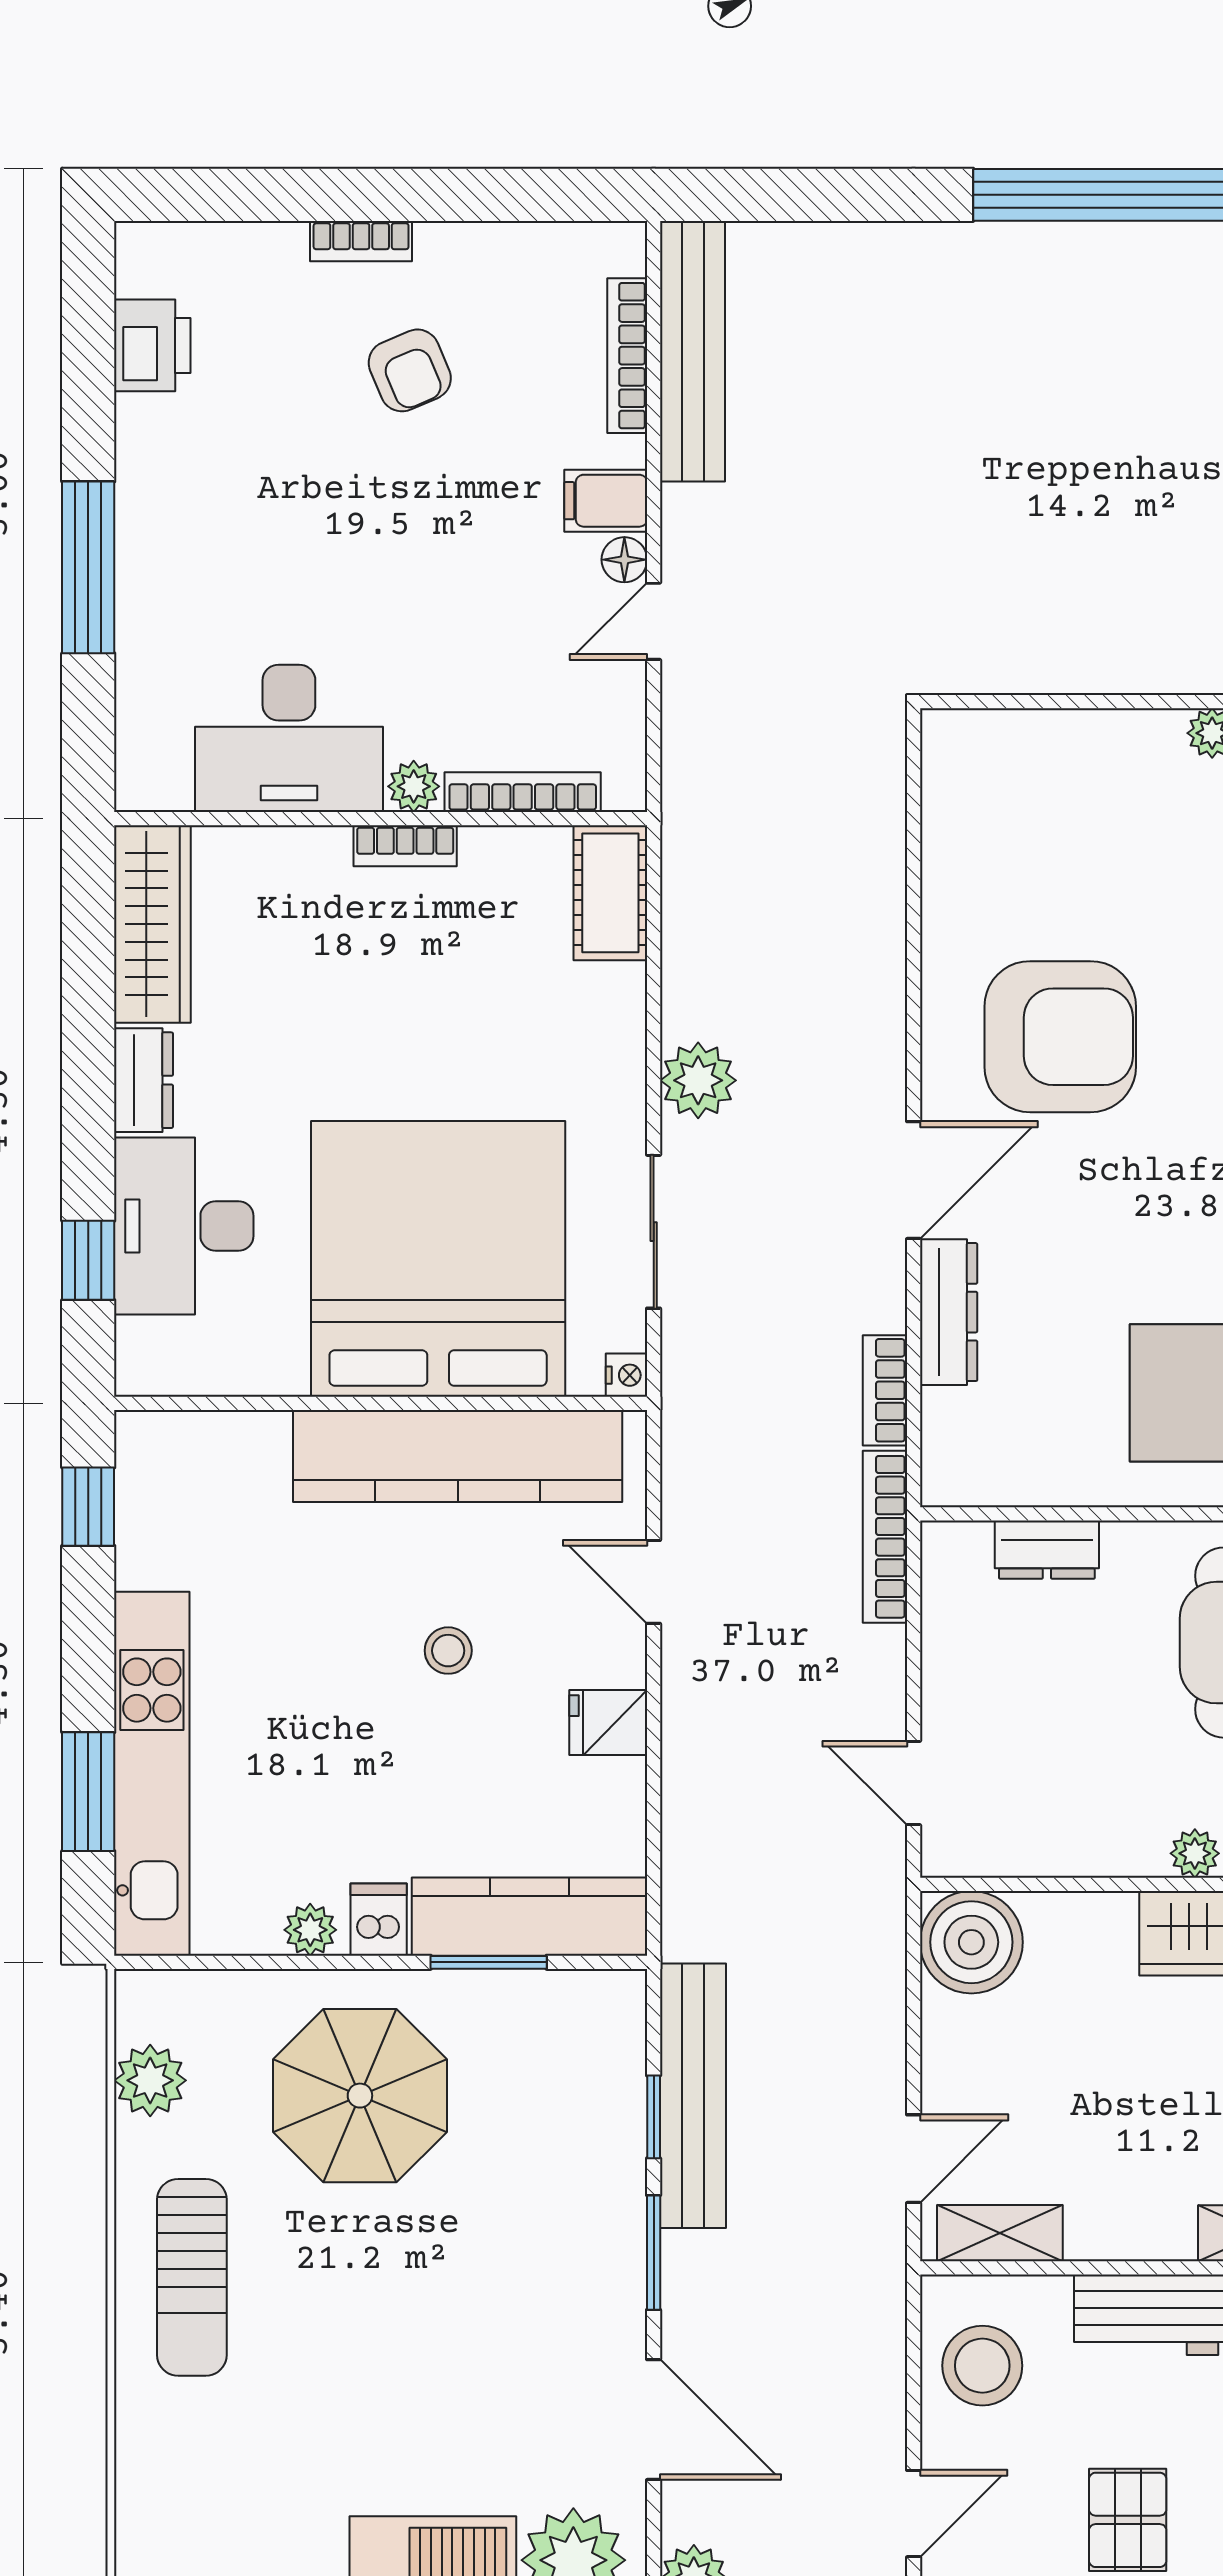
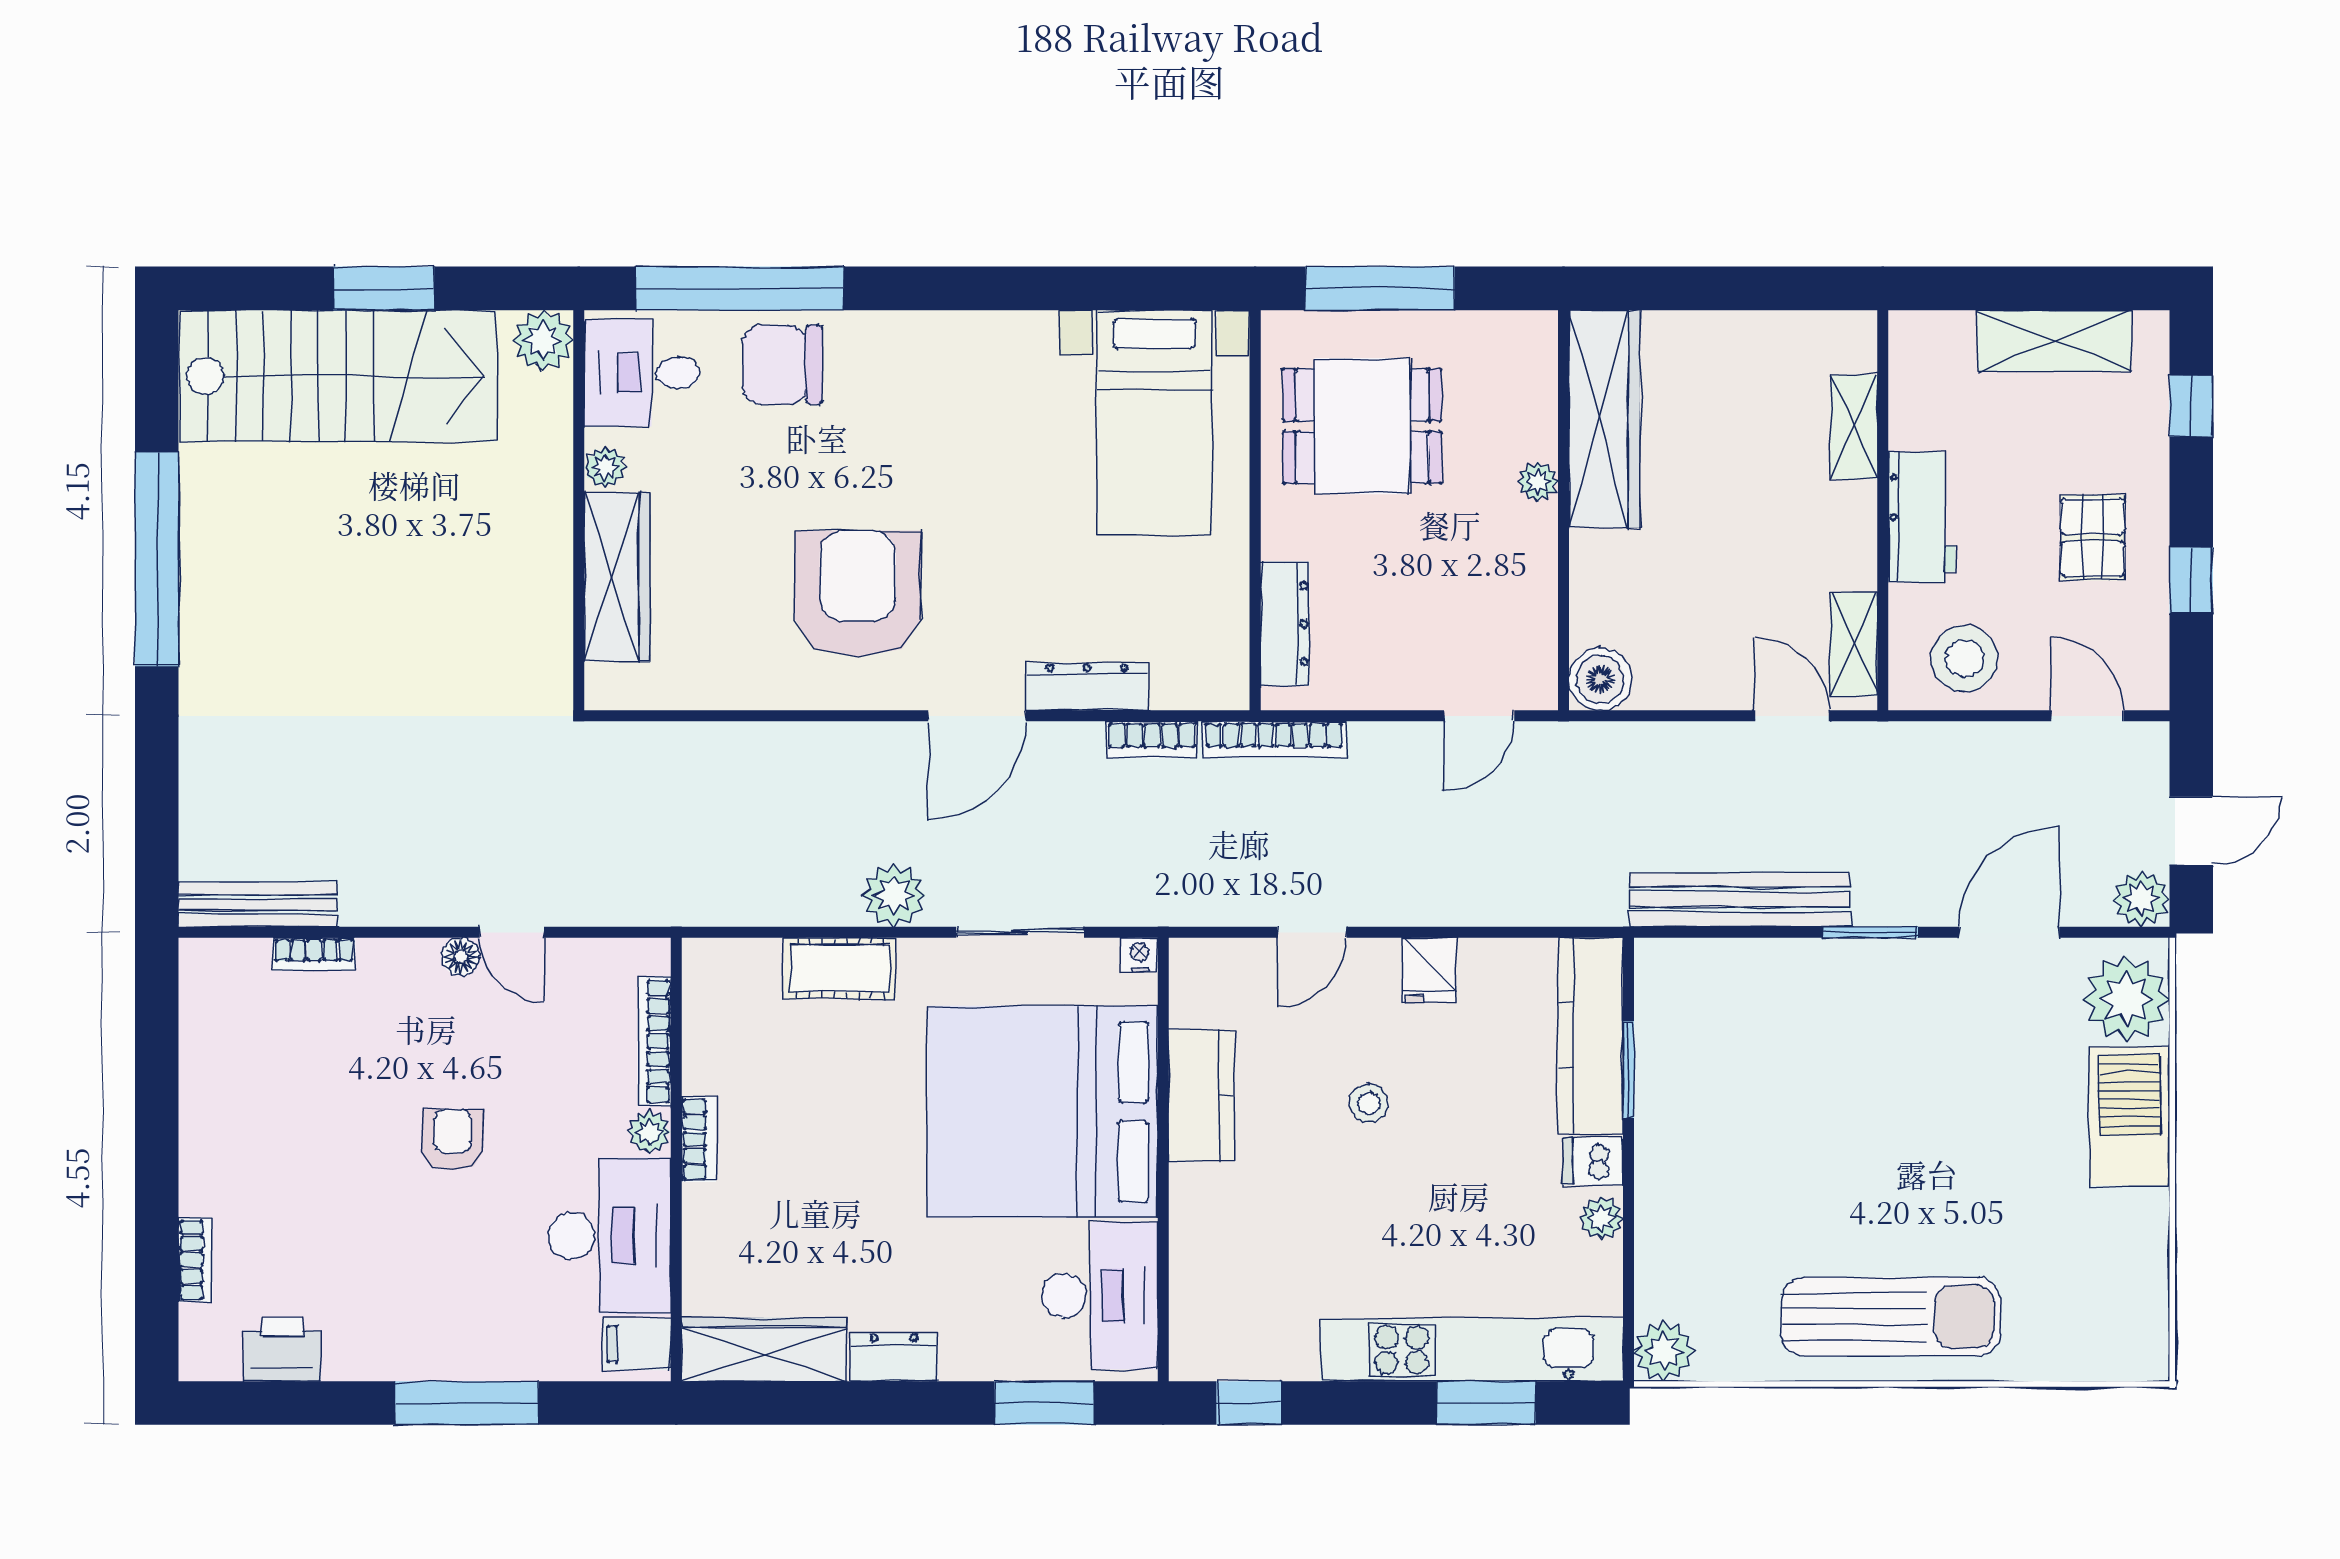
bookcase: (361, 241) -> (195, 1260), moved
bench: (693, 351) -> (258, 905), width x0.73, depth x0.82
bookcase: (627, 356) -> (314, 954), width x0.64
armchair: (410, 370) -> (452, 1140), moved, turned -67
filing cabinet: (606, 501) -> (636, 1344), moved, turned 90
wardrobe: (1080, 747) -> (617, 577), added
cot: (610, 893) -> (840, 968), moved
door: (914, 1180) -> (977, 716), swing flipped
desk: (184, 1226) -> (1100, 1295), moved, turned -90
window: (88, 1260) -> (1044, 1403), width x1.50
kitchen counter: (458, 1456) -> (1201, 1095), width x0.48, depth x0.86
dresser: (1047, 1550) -> (1285, 624), width x1.44
boiler: (971, 1942) -> (1600, 679), width x0.73, depth x0.73
plant: (150, 2080) -> (1664, 1351), moved
parasol: (360, 2096) -> (1739, 1177), removed
window: (654, 2117) -> (1757, 932), removed
sun lounger: (192, 2277) -> (1891, 1317), width x1.36, depth x1.34
pallet: (1128, 2520) -> (2093, 538), turned 90

